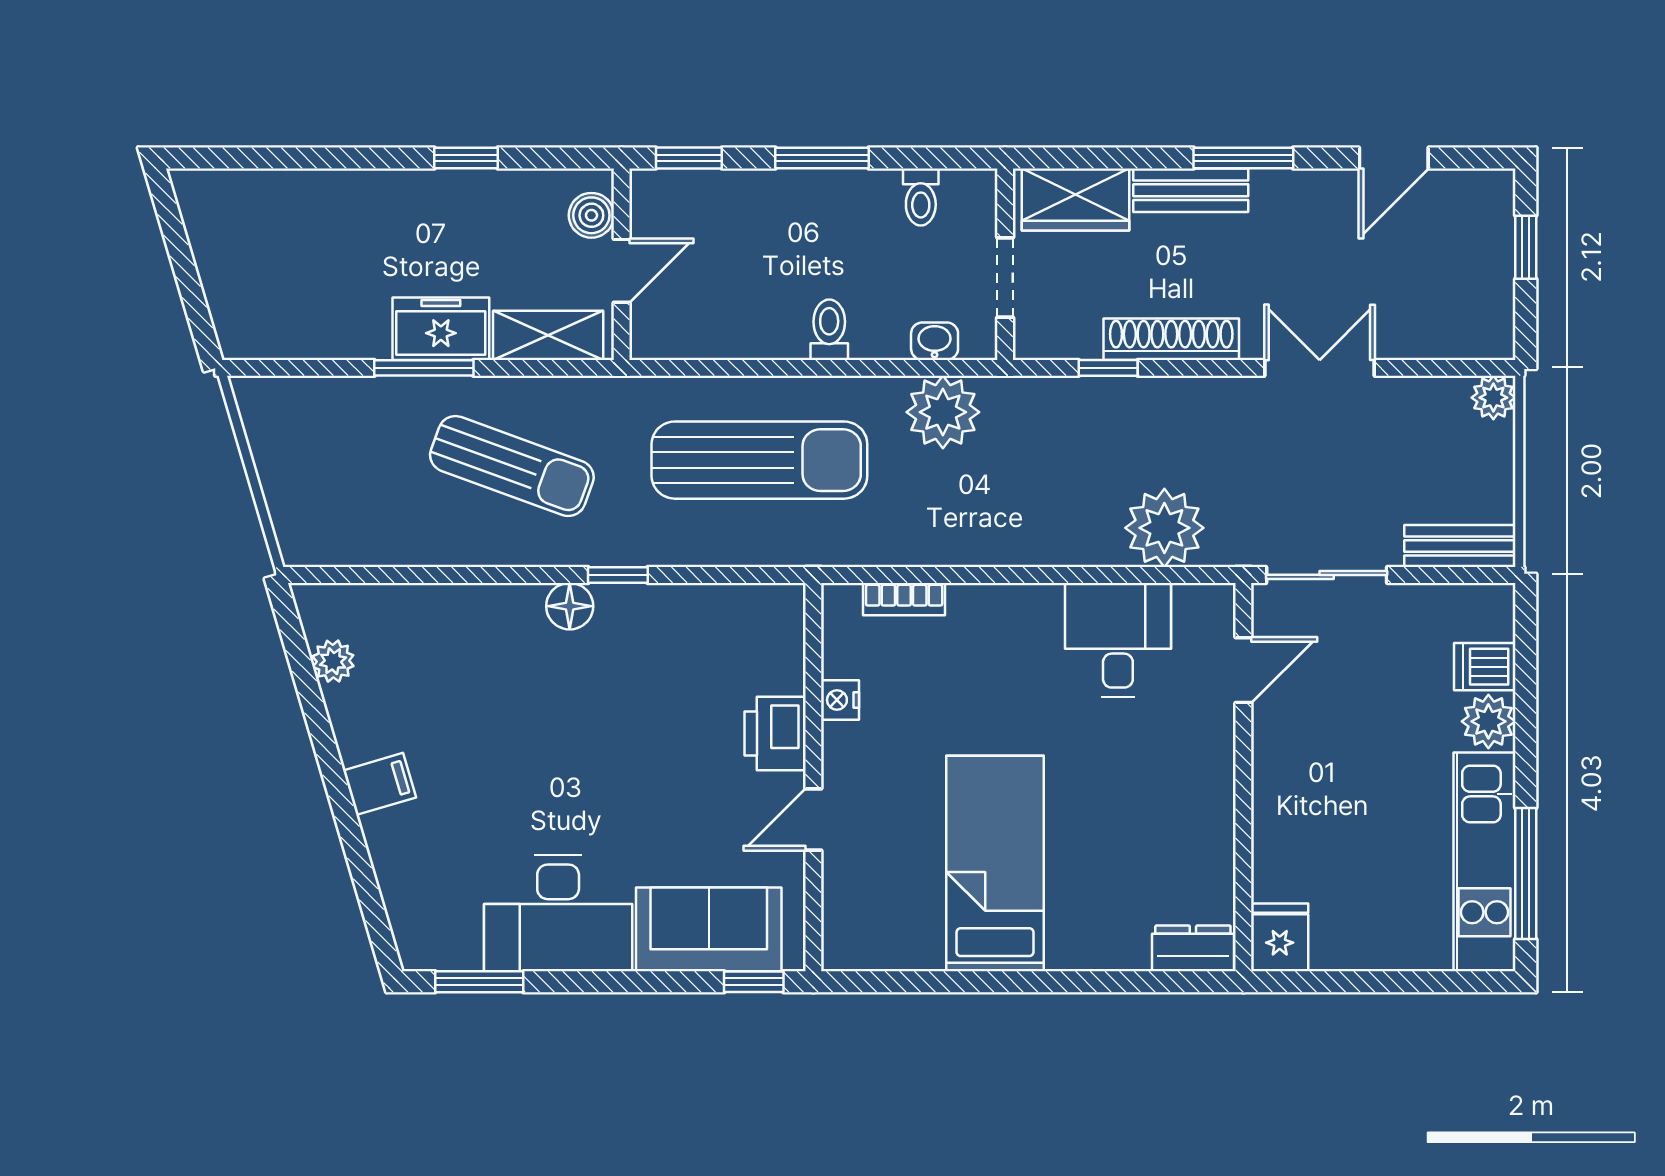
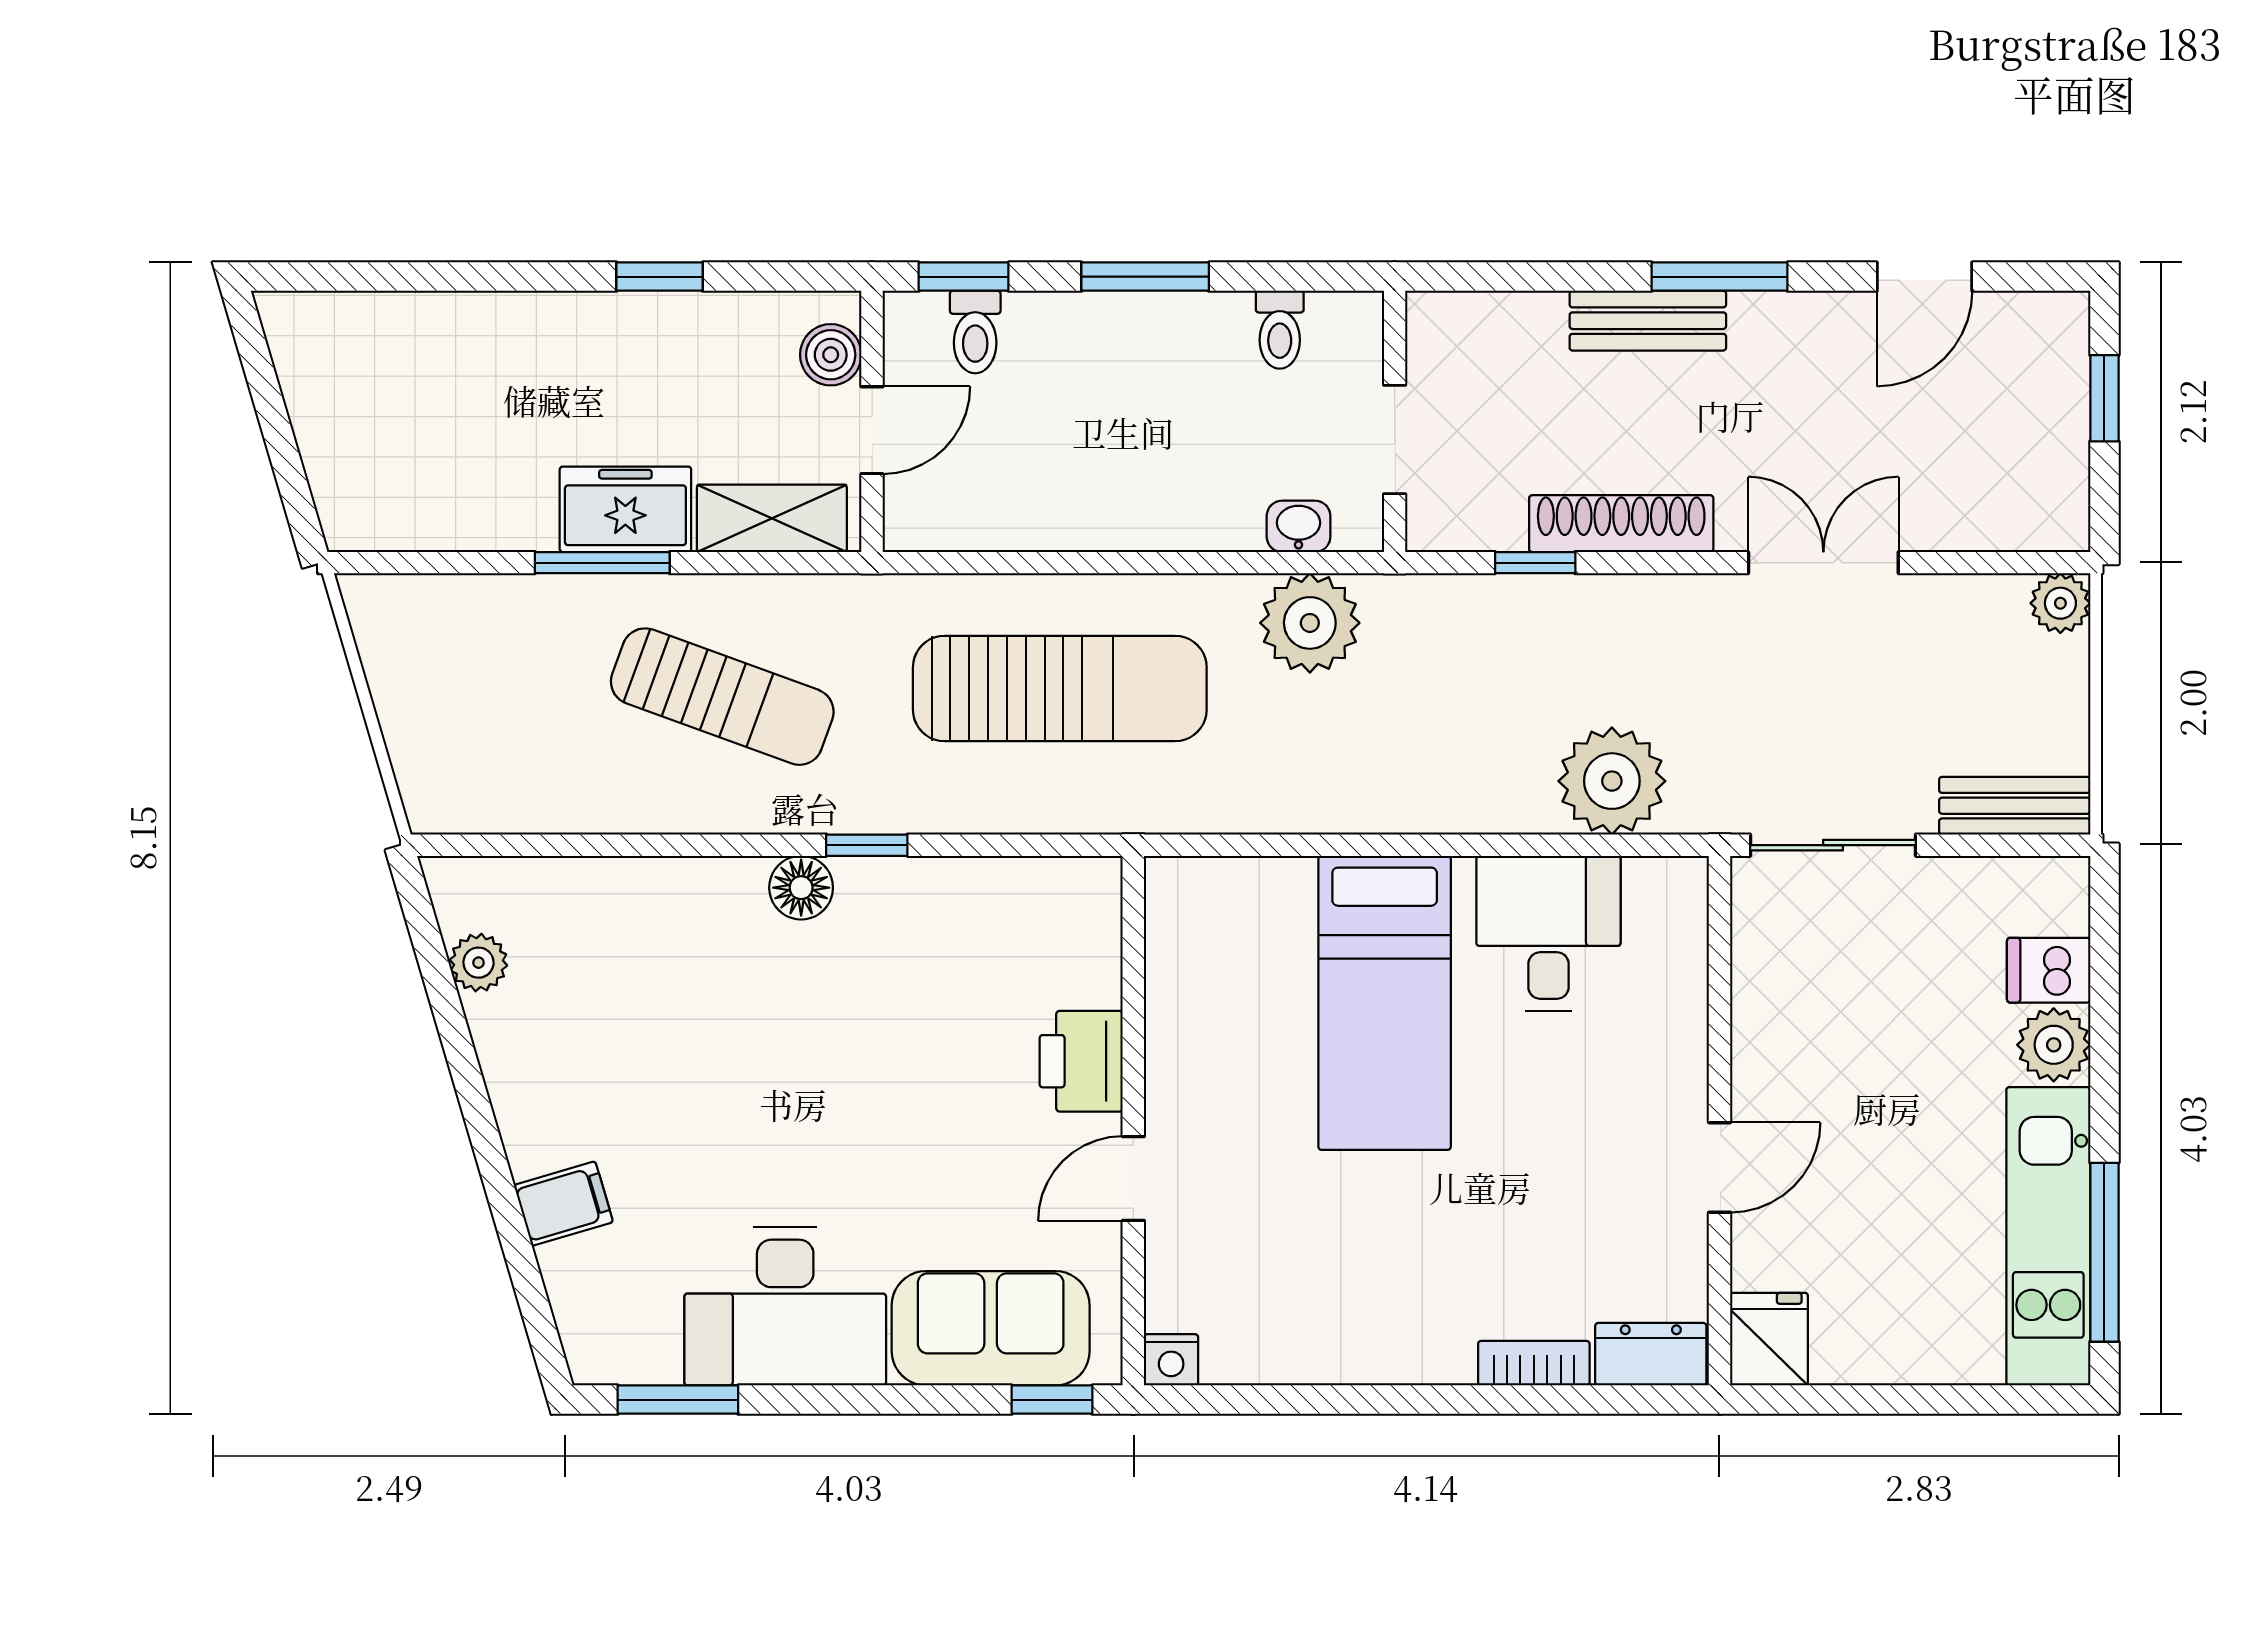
wardrobe: (1076, 199) -> (1491, 333), removed
toilet: (829, 330) -> (975, 332), moved, turned 180
bookcase: (904, 599) -> (1534, 1363), moved, turned 180
door: (1243, 670) -> (1720, 1167), moved
nightstand: (840, 700) -> (1171, 1360), moved, turned -90
filing cabinet: (380, 784) -> (563, 1204), moved
bed: (995, 863) -> (1385, 1003), moved, turned 180

